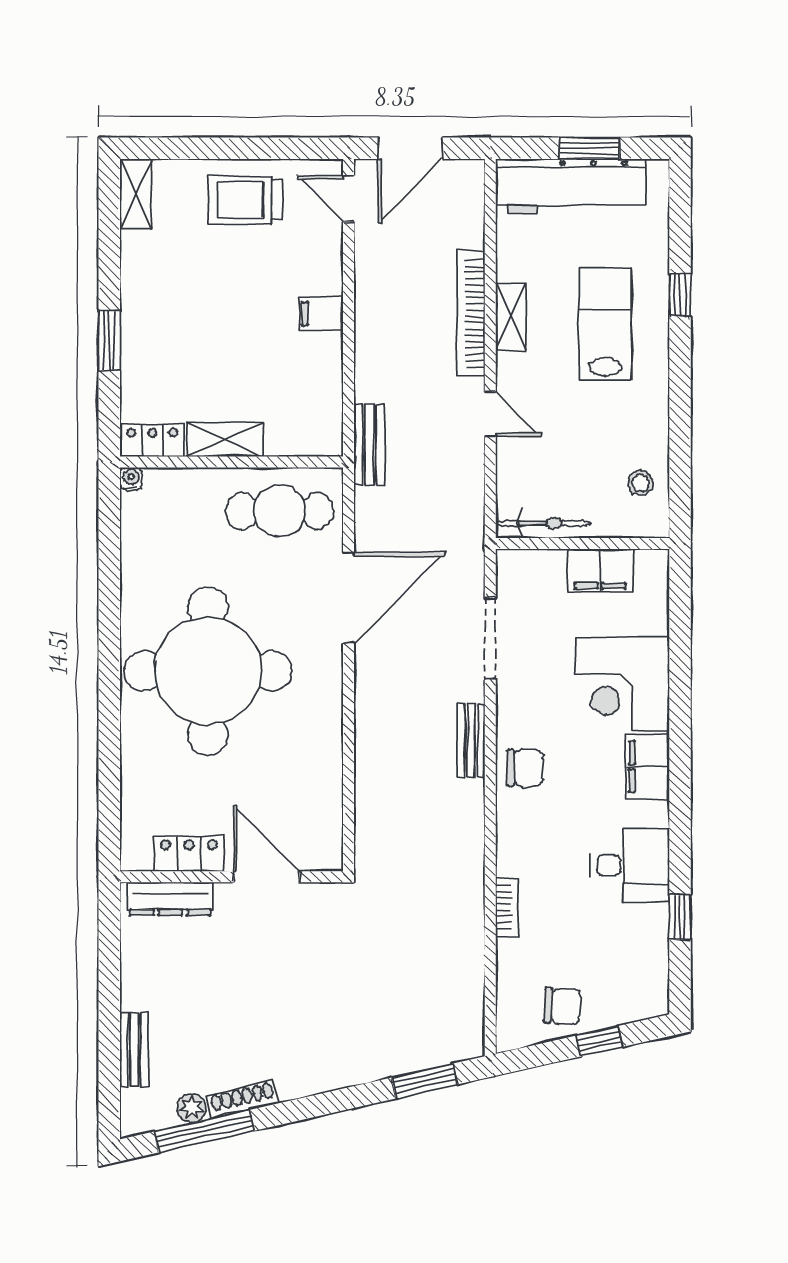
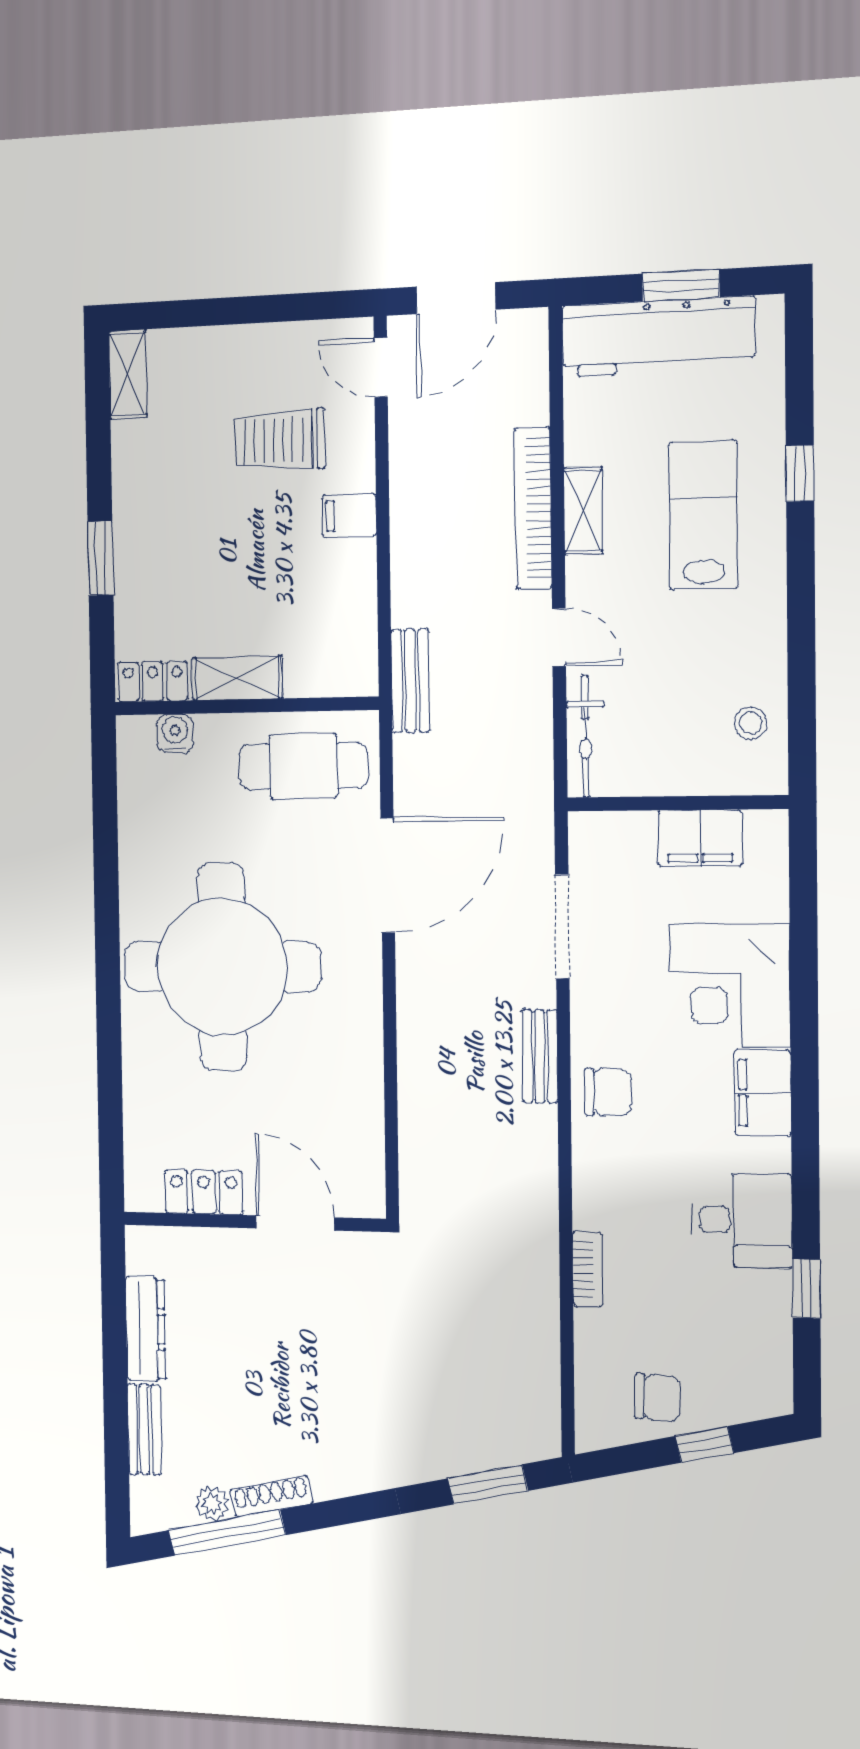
trolley: (245, 200) -> (280, 440), moved
water cooler: (131, 479) -> (175, 733), moved, width x1.38, depth x1.38
bicycle: (543, 523) -> (586, 736), moved, turned 90
dresser: (170, 899) -> (146, 1329), moved, turned -90

